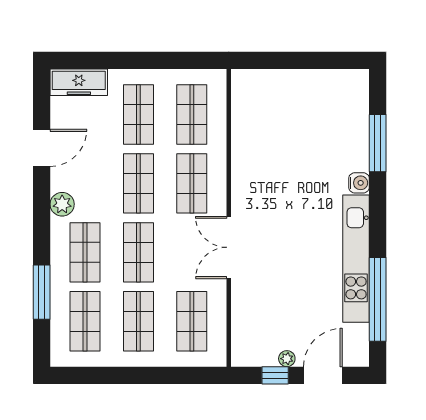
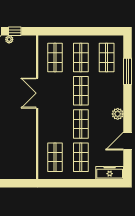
shop shelf: (192, 183) -> (55, 124), removed
double door: (229, 247) -> (37, 93), swing flipped
shop shelf: (85, 252) -> (107, 91), removed

